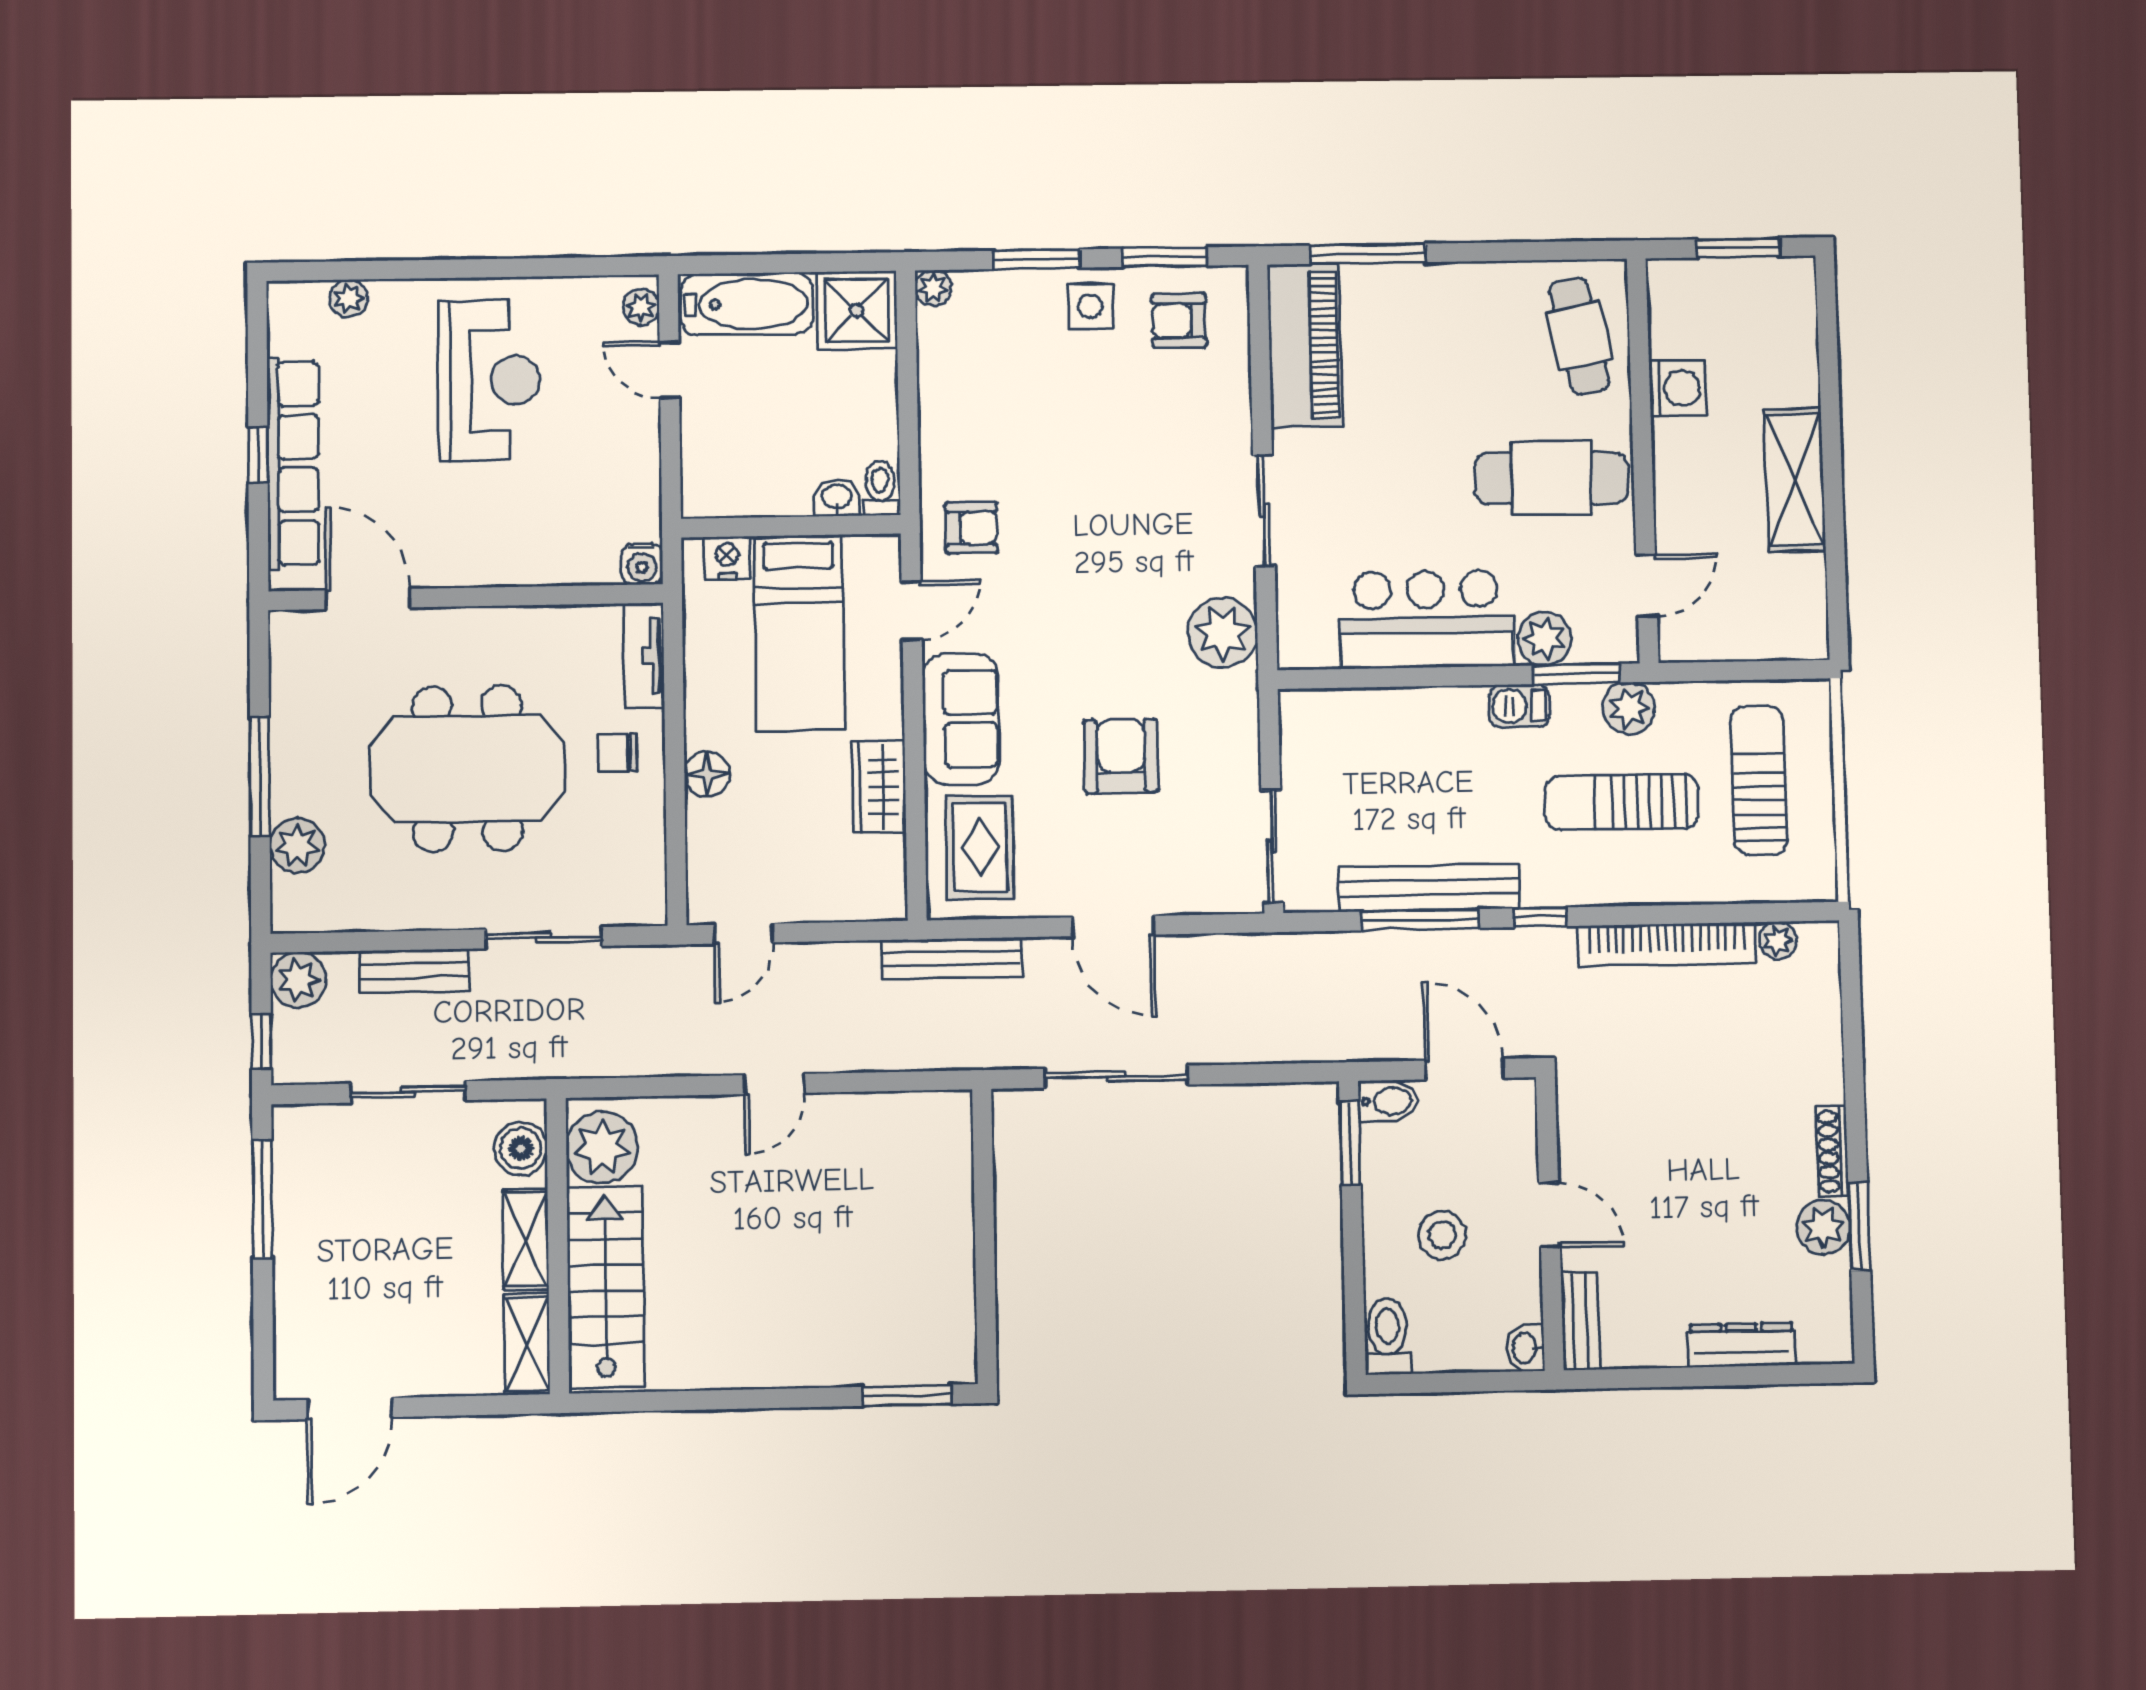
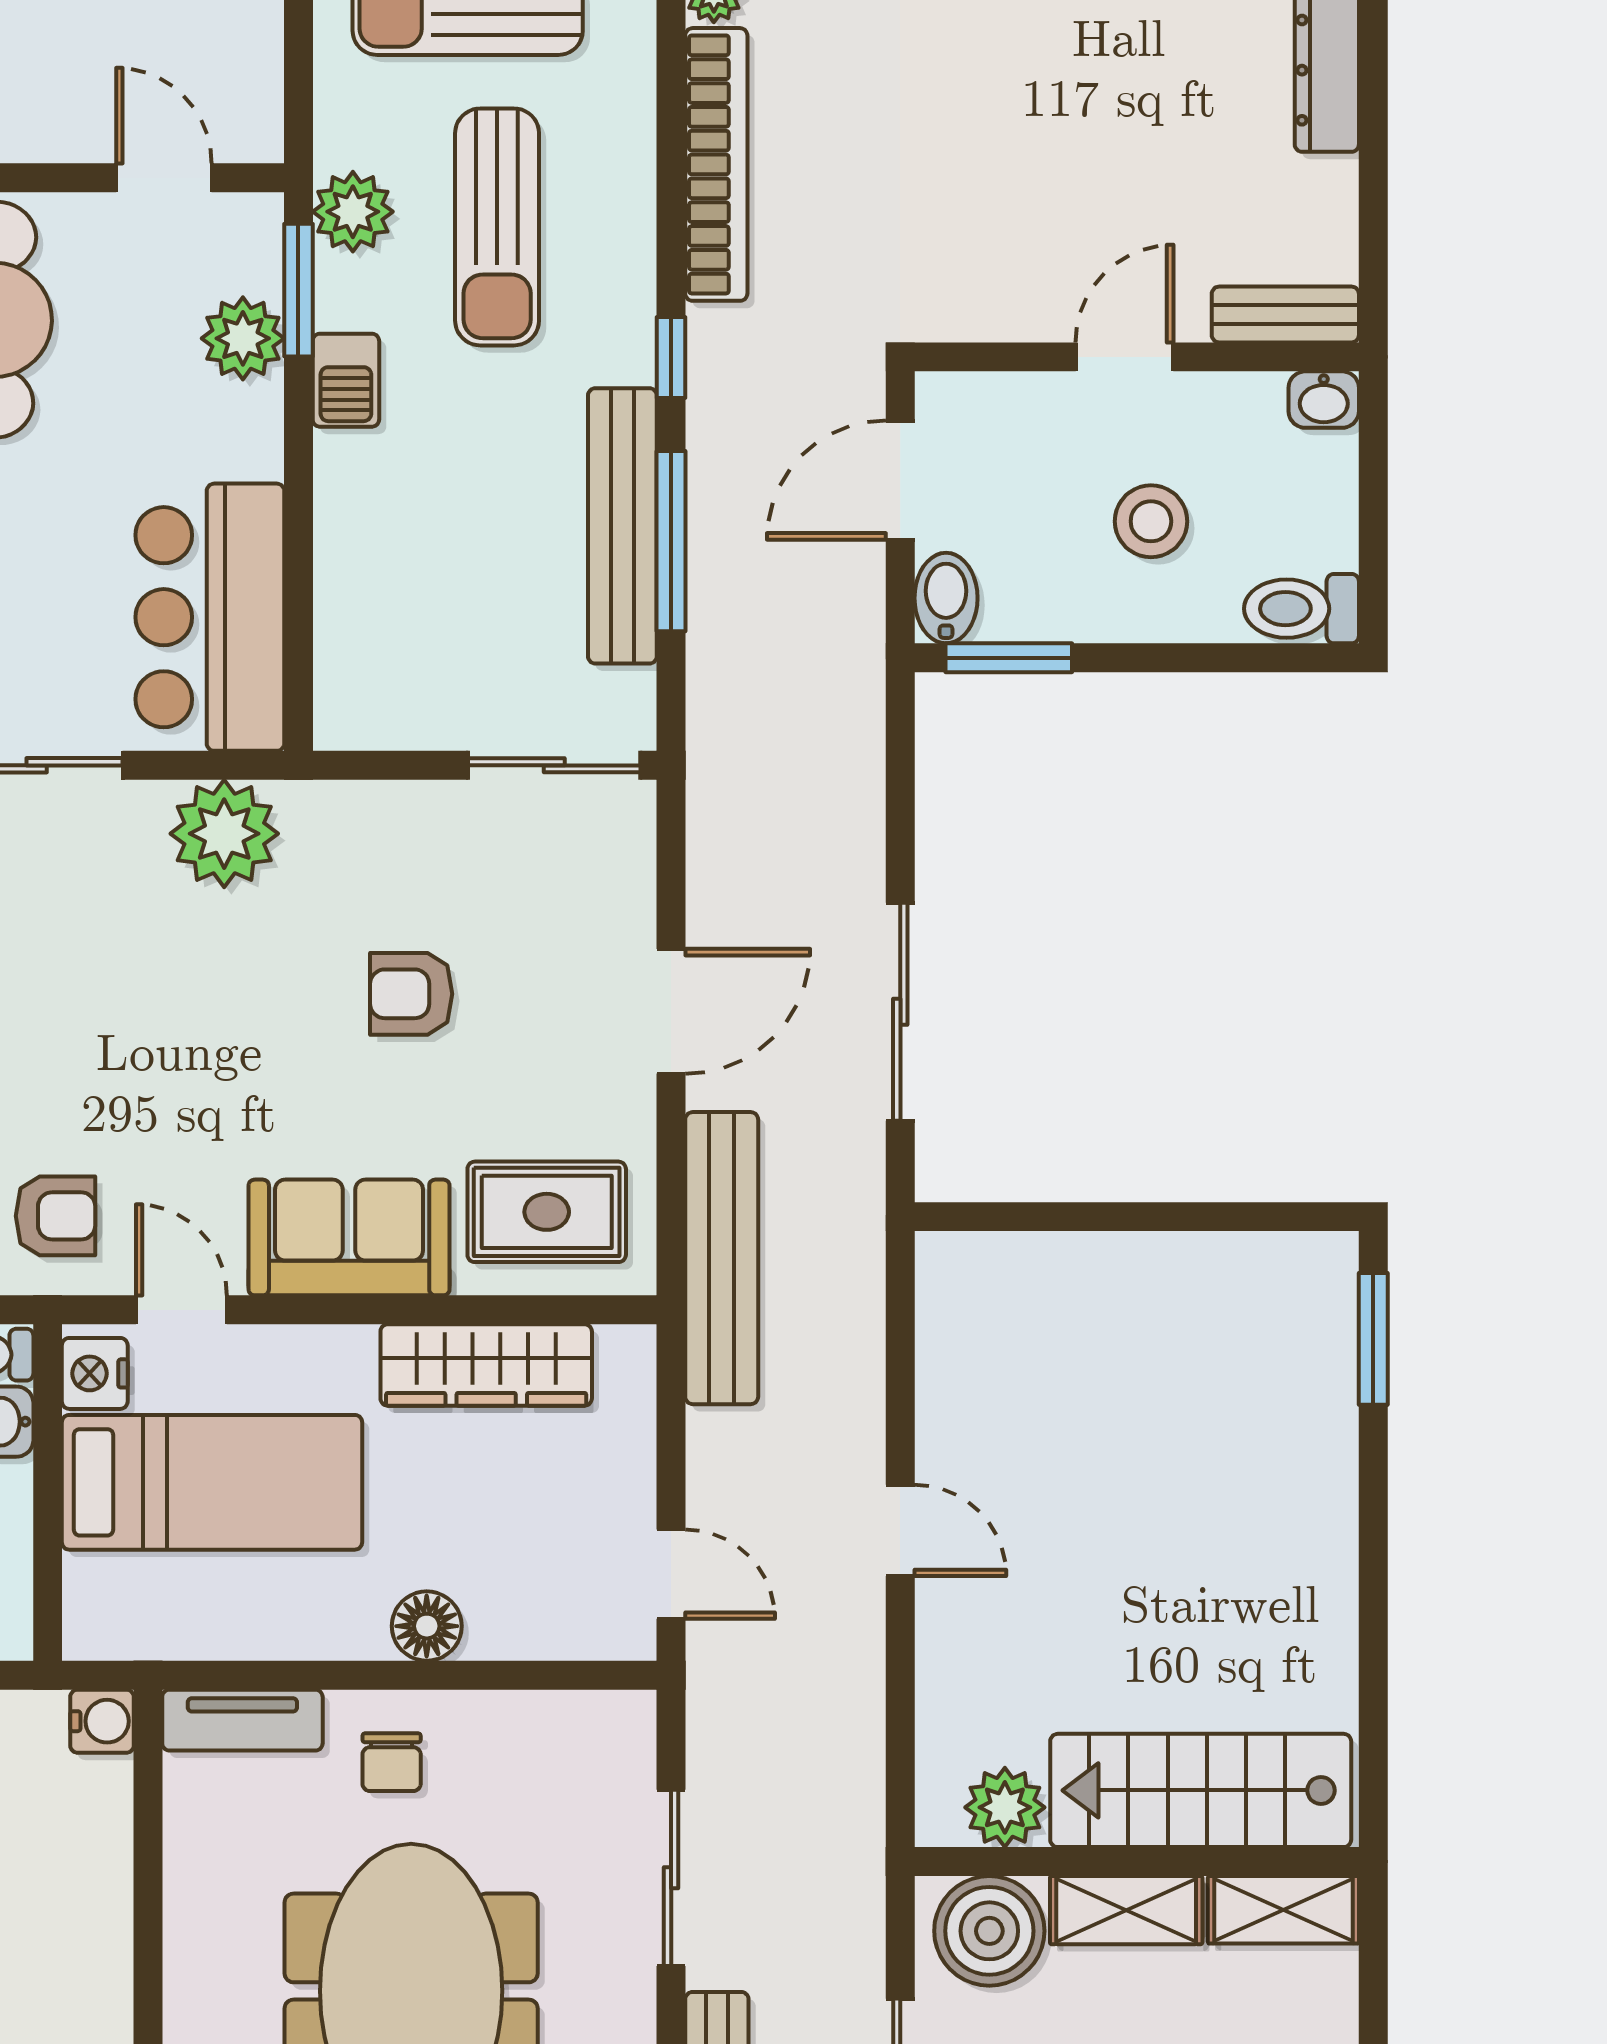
armchair: (971, 528) -> (55, 1216), turned 90
nightstand: (727, 558) -> (95, 1373), moved
bar counter: (1426, 619) -> (210, 617), moved
armchair: (1121, 756) -> (411, 994), width x0.72, depth x0.72
wardrobe: (879, 787) -> (486, 1365), width x1.50
bench: (952, 958) -> (722, 1258), width x1.37, depth x1.21
plant: (602, 1147) -> (1005, 1807), width x0.73, depth x0.73
boiler: (521, 1149) -> (989, 1931), width x1.37, depth x1.37

